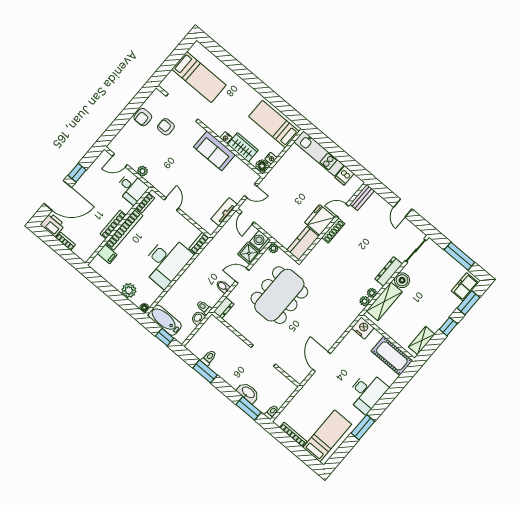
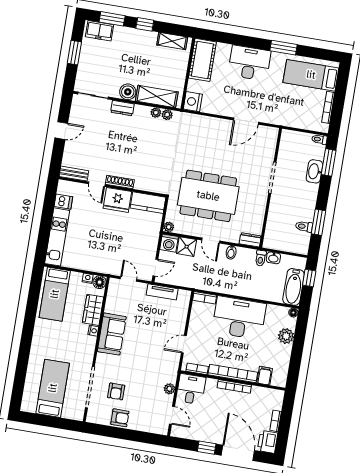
window: (459, 256) -> (74, 53), width x0.69
dresser: (389, 272) -> (122, 108), width x0.70

